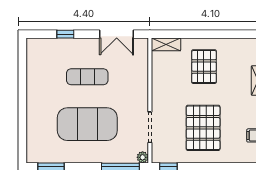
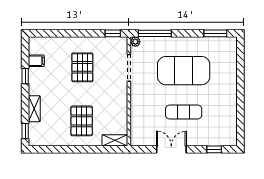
window: (65, 34) -> (214, 149), moved
double door: (117, 34) -> (171, 149), moved
pallet: (203, 128) -> (82, 67), width x0.73, depth x0.71

